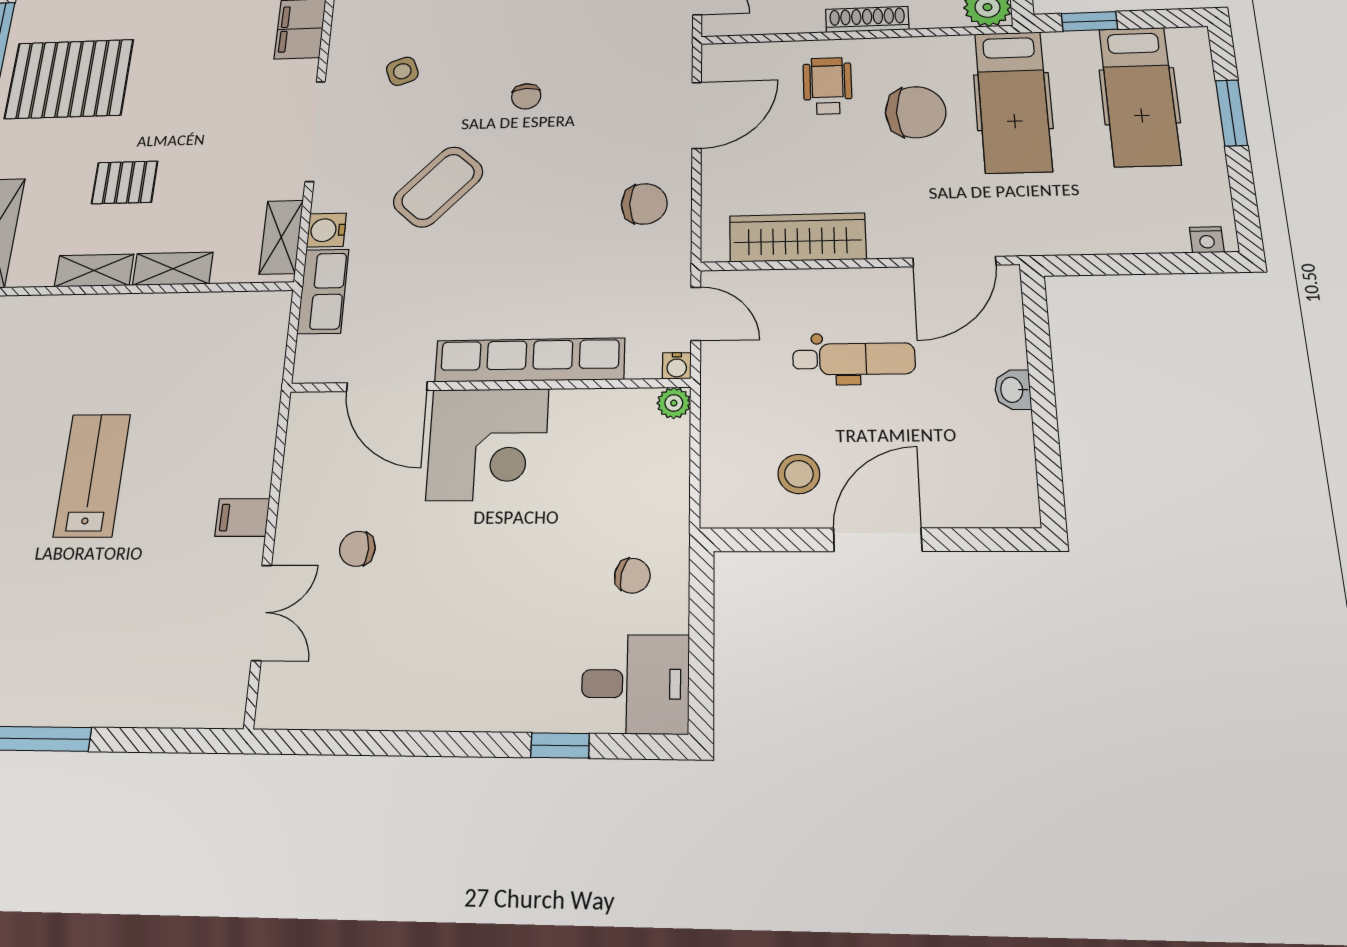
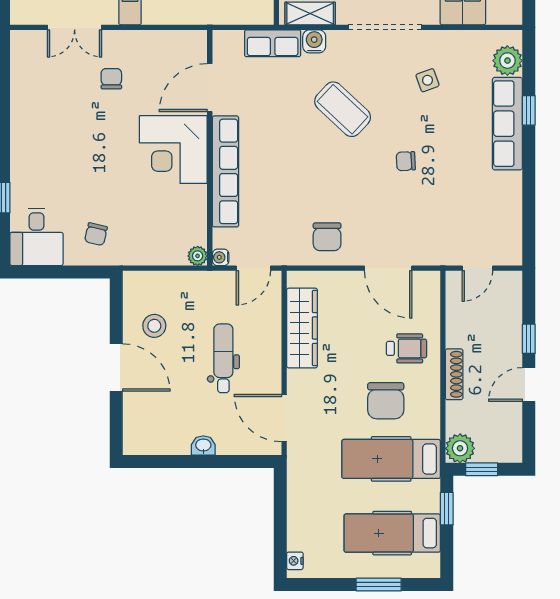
dental chair: (854, 359) -> (223, 358), turned 180

